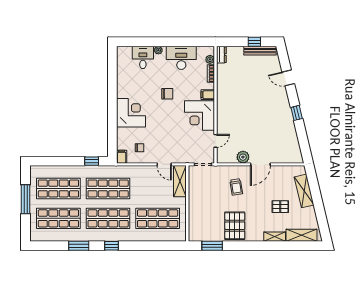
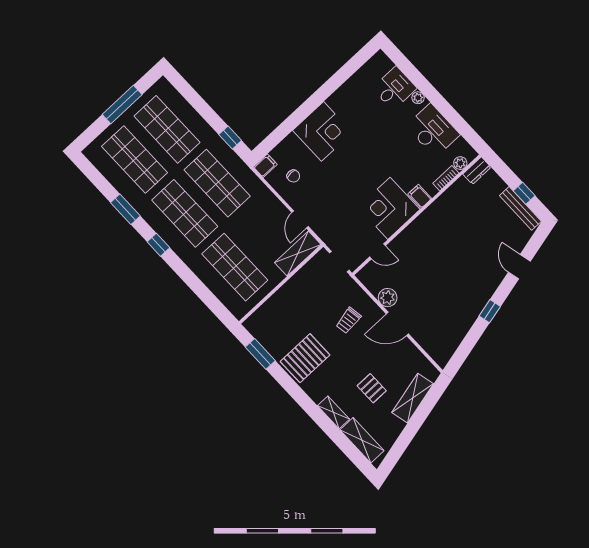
chair: (167, 94) -> (380, 151), removed

